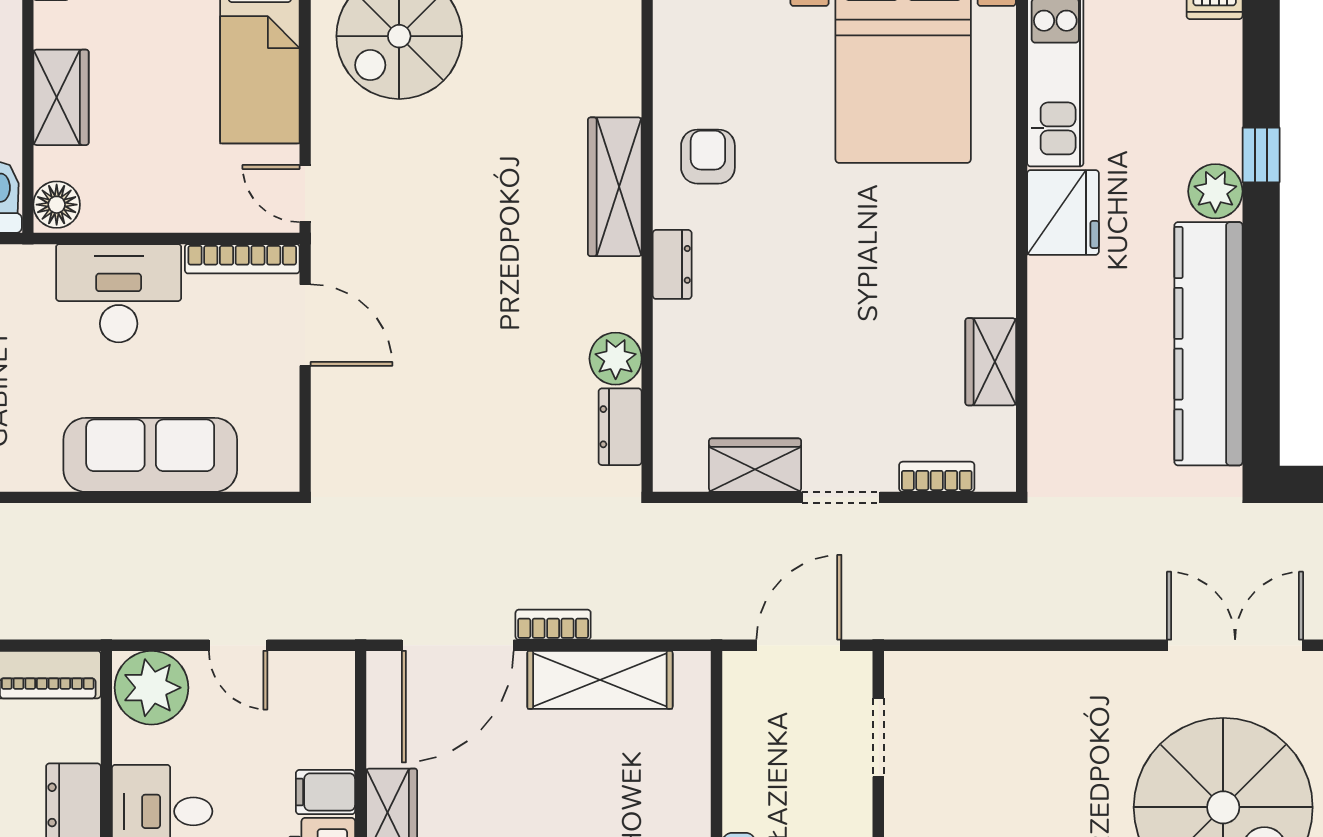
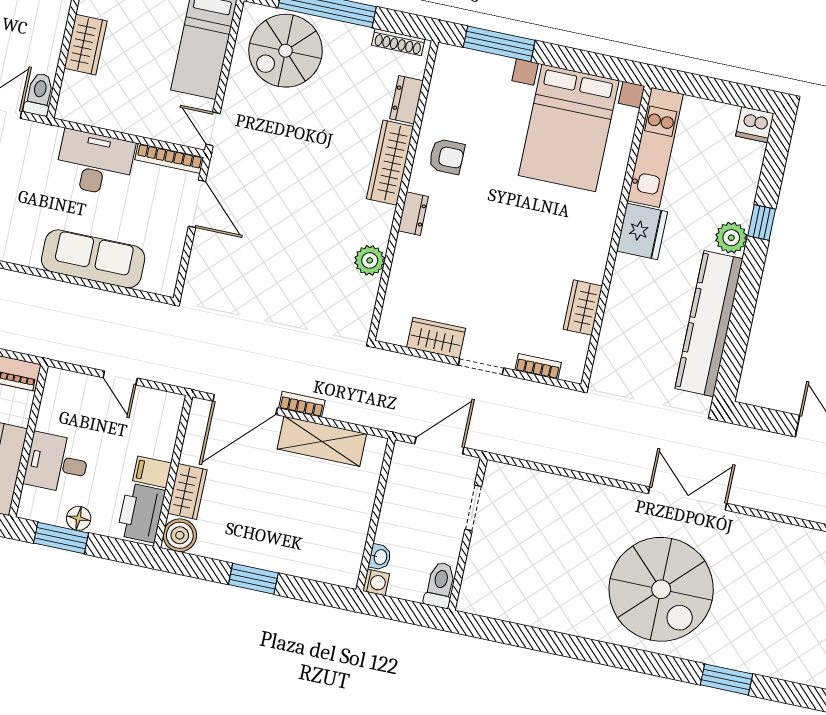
armchair: (708, 157) -> (447, 157), turned 90
floor lamp: (57, 205) -> (70, 105), removed
dresser: (620, 427) -> (406, 100), moved
plant: (151, 688) -> (66, 392), removed

